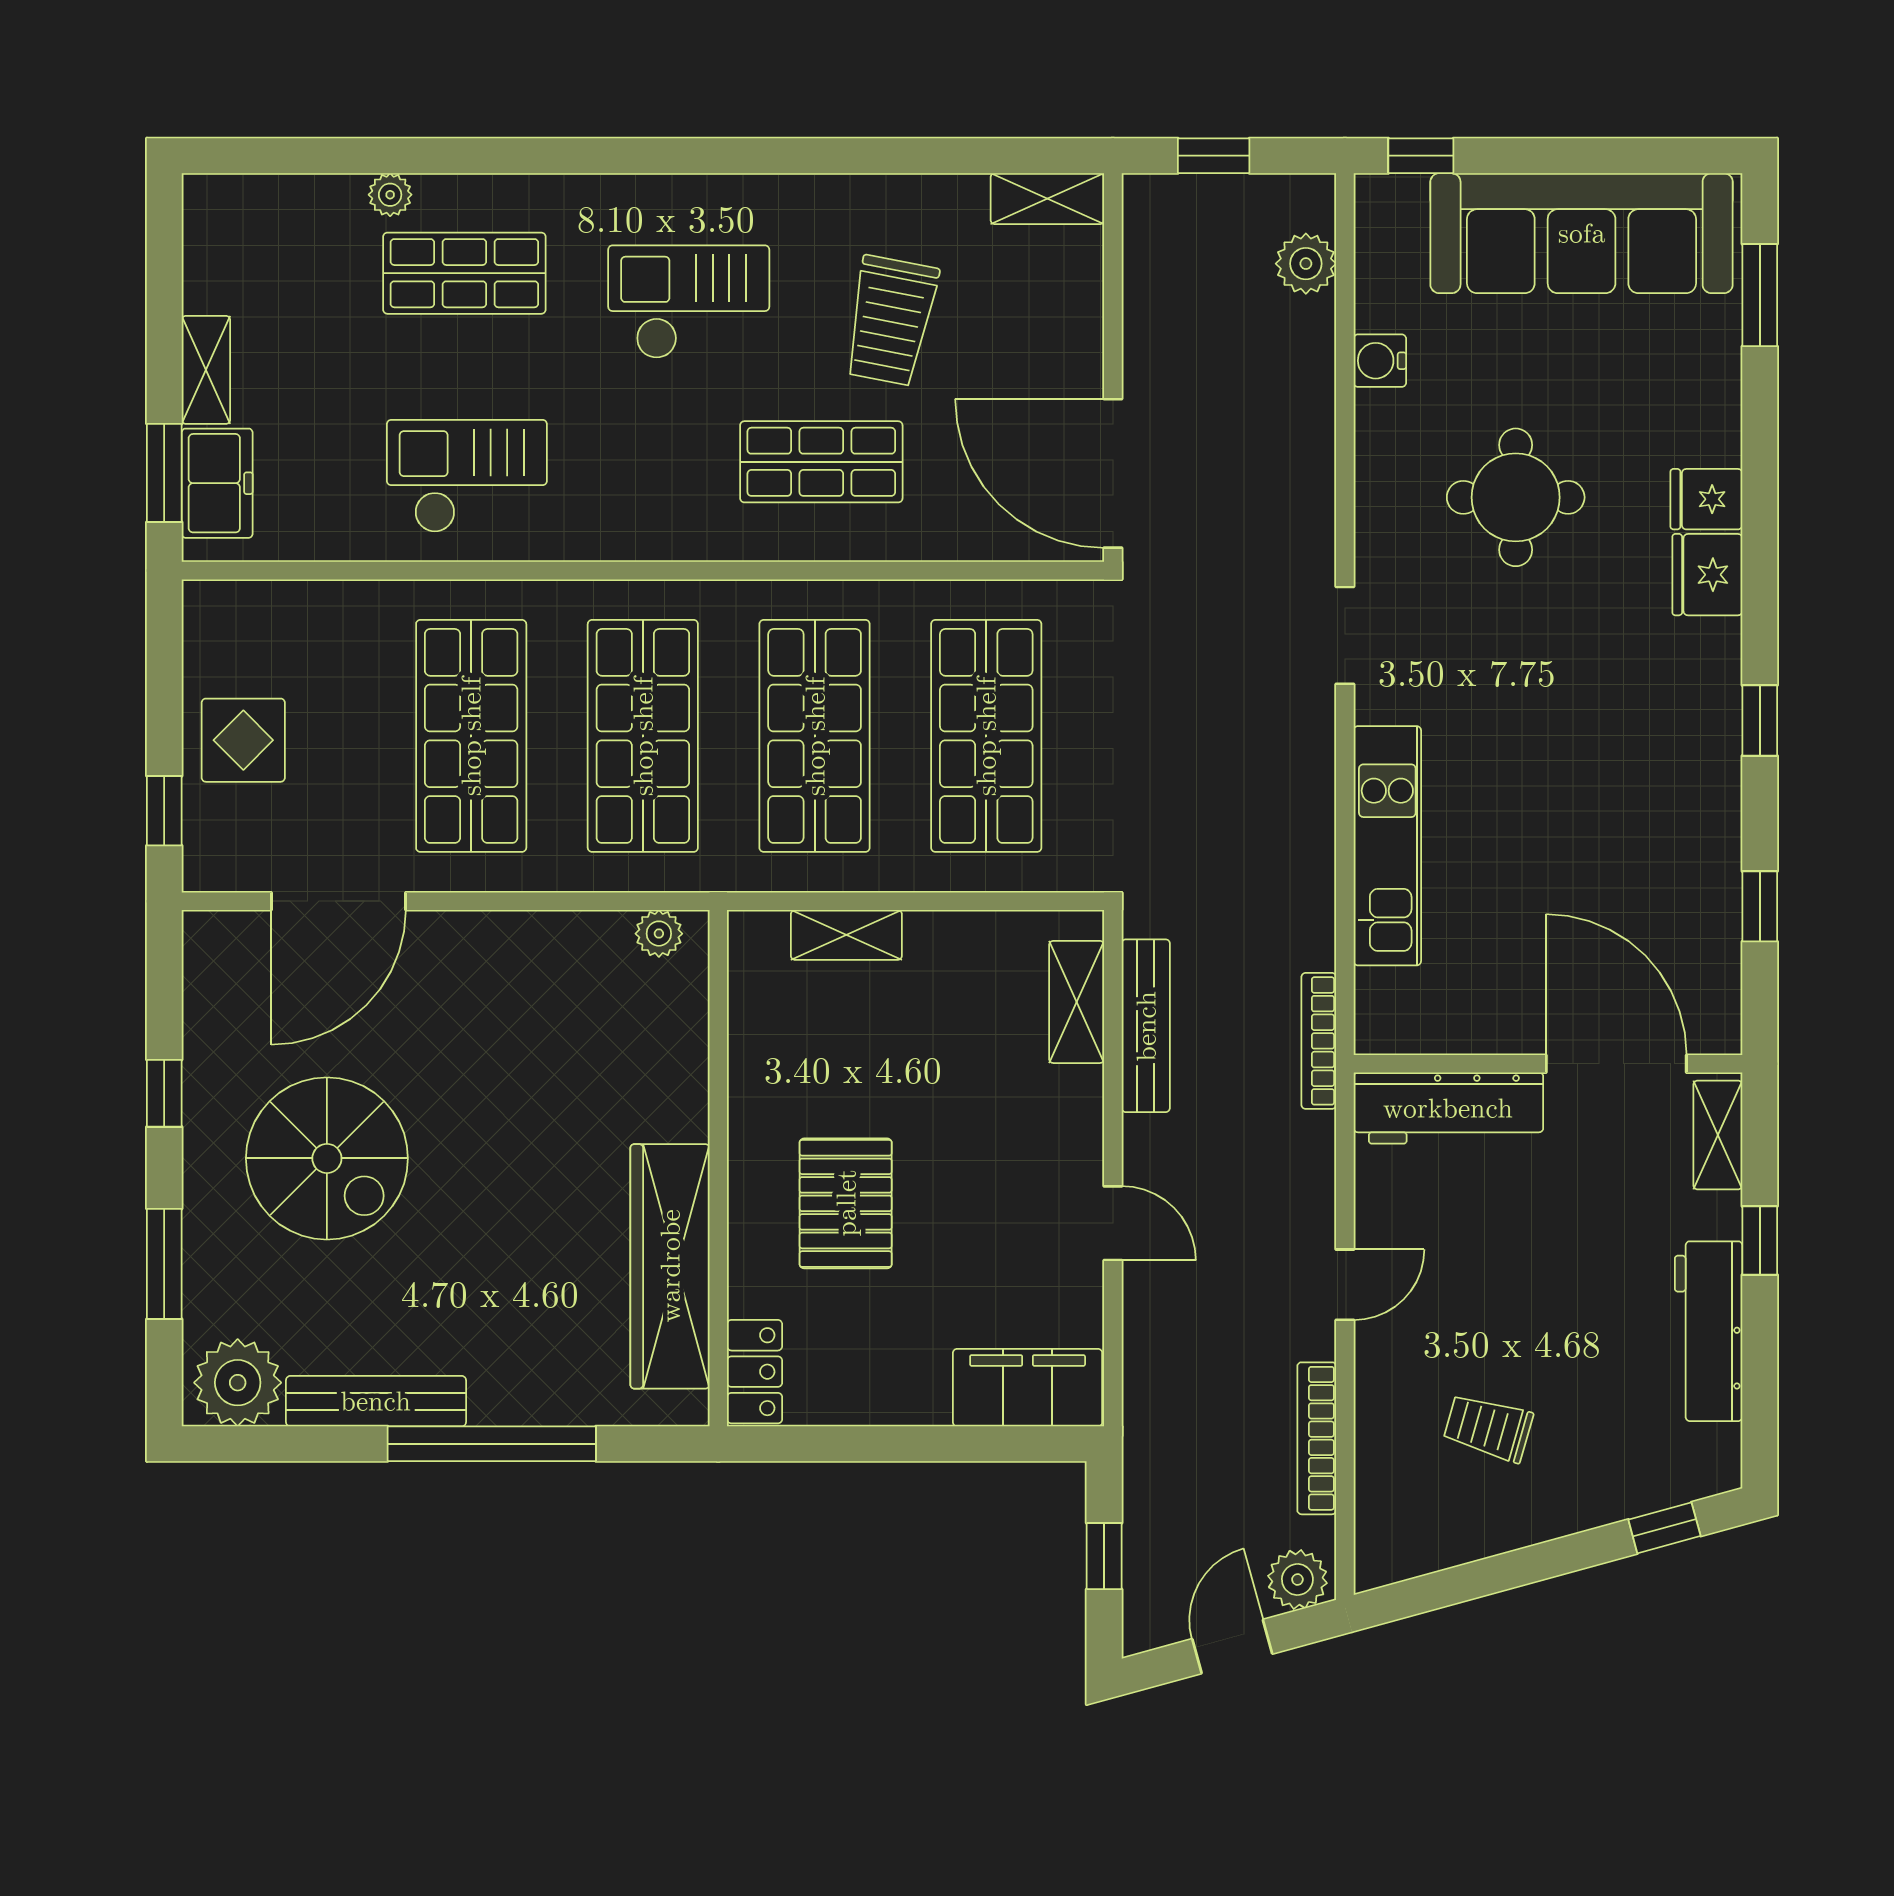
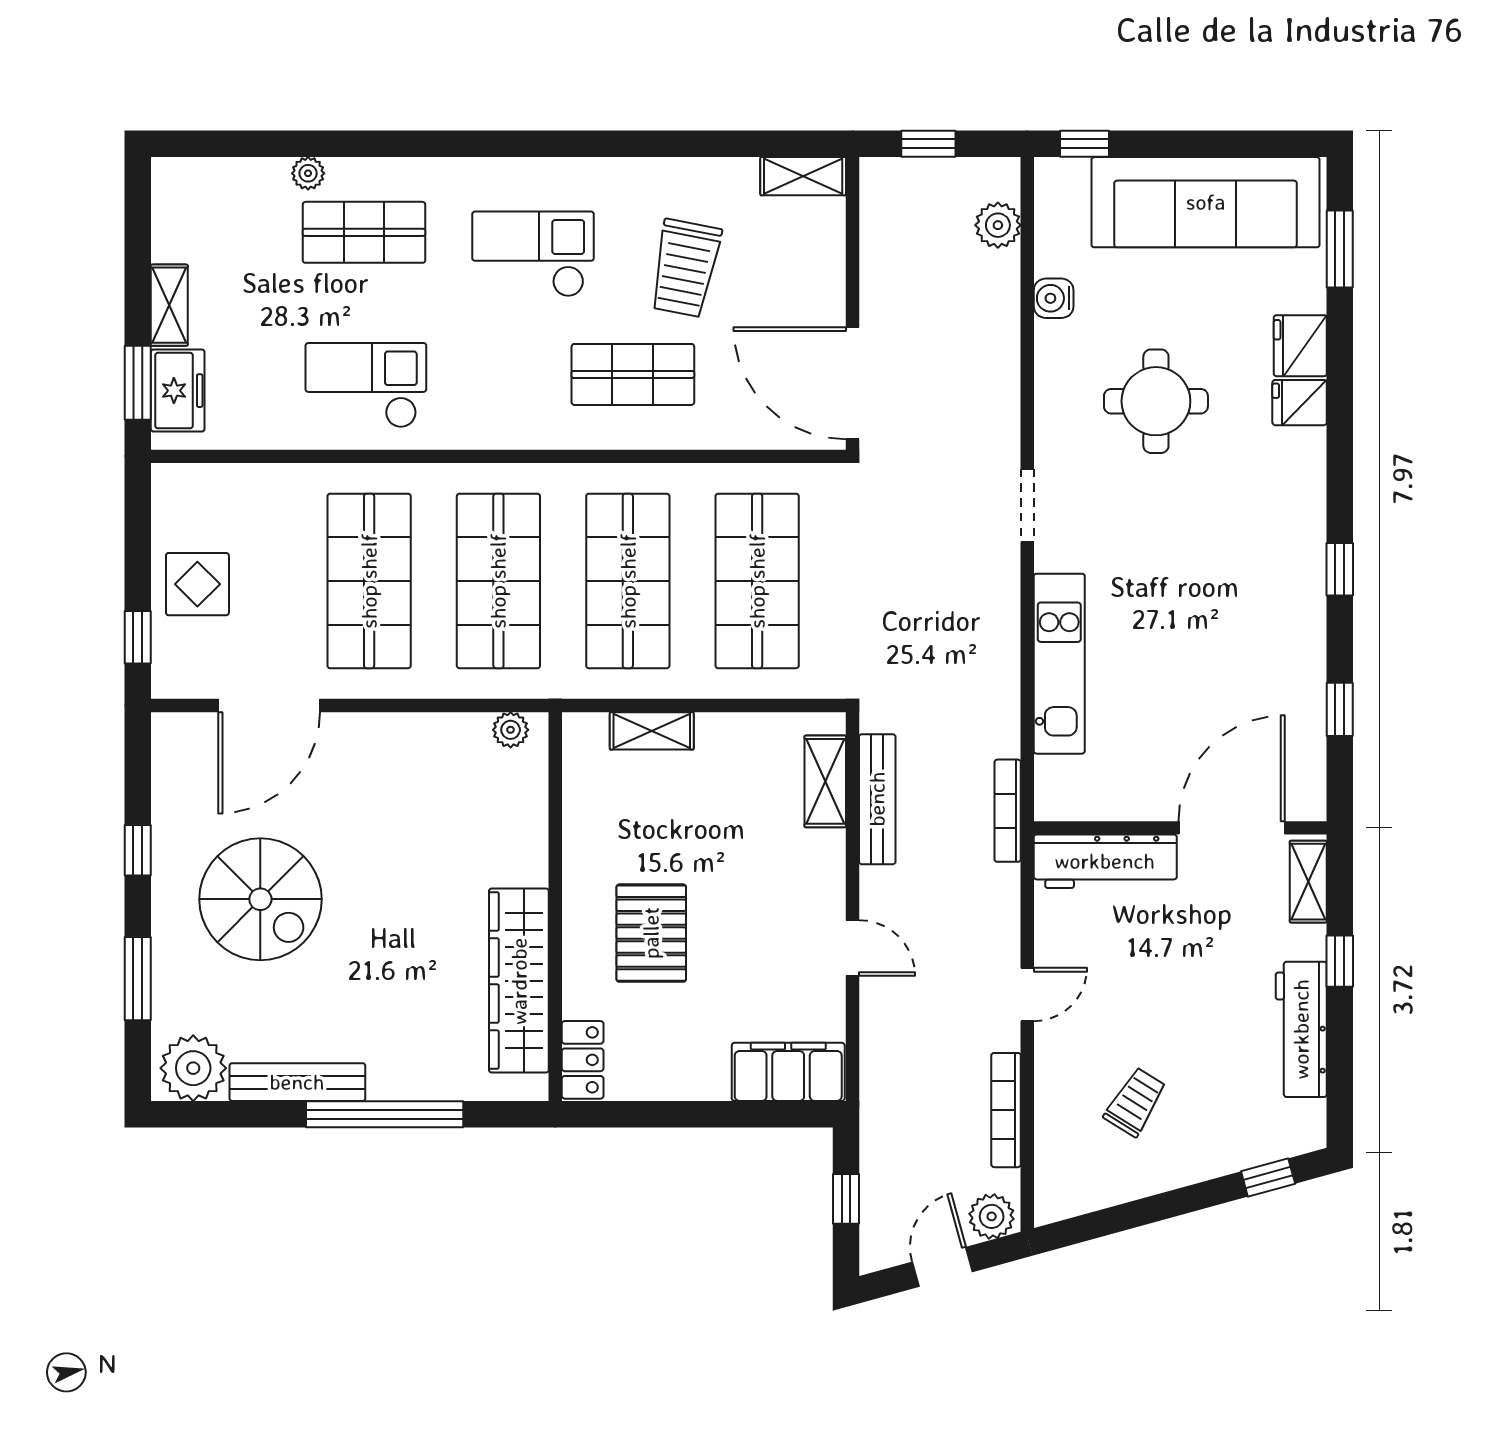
fridge: (1707, 575) -> (1300, 346), moved
door: (1616, 1064) -> (1232, 828), hinge flipped
trolley: (1488, 1428) -> (1135, 1102), turned 106

